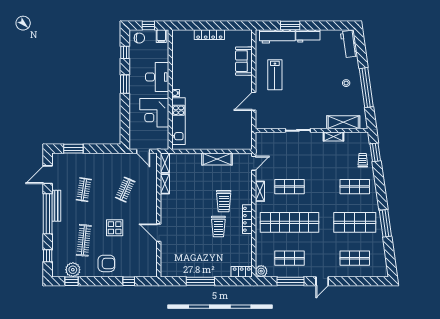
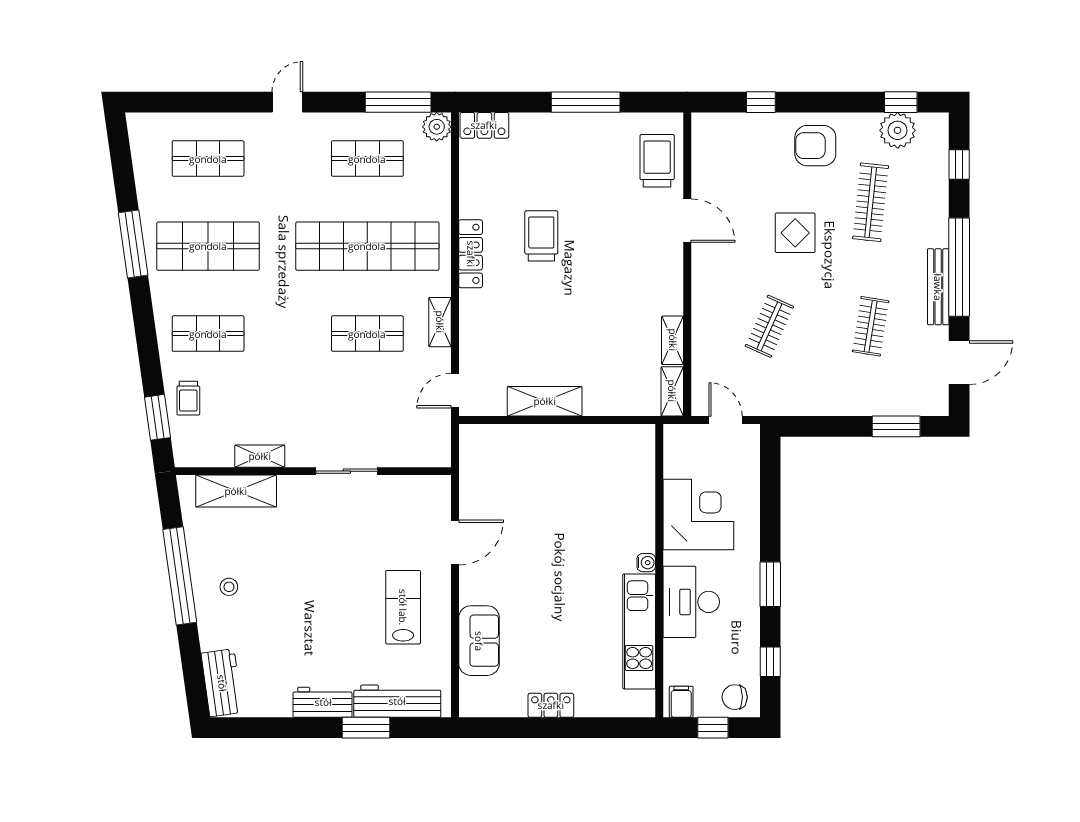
locker: (209, 35) -> (551, 705), width x0.66
kitchen unit: (178, 121) -> (639, 631), moved
trolley: (224, 201) -> (657, 161), moved
window: (290, 281) -> (398, 102), moved

